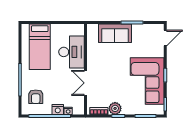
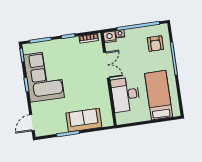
armchair: (36, 97) -> (155, 44), turned 180
plant: (115, 108) -> (73, 43), removed
nightstand: (58, 110) -> (110, 37), moved

